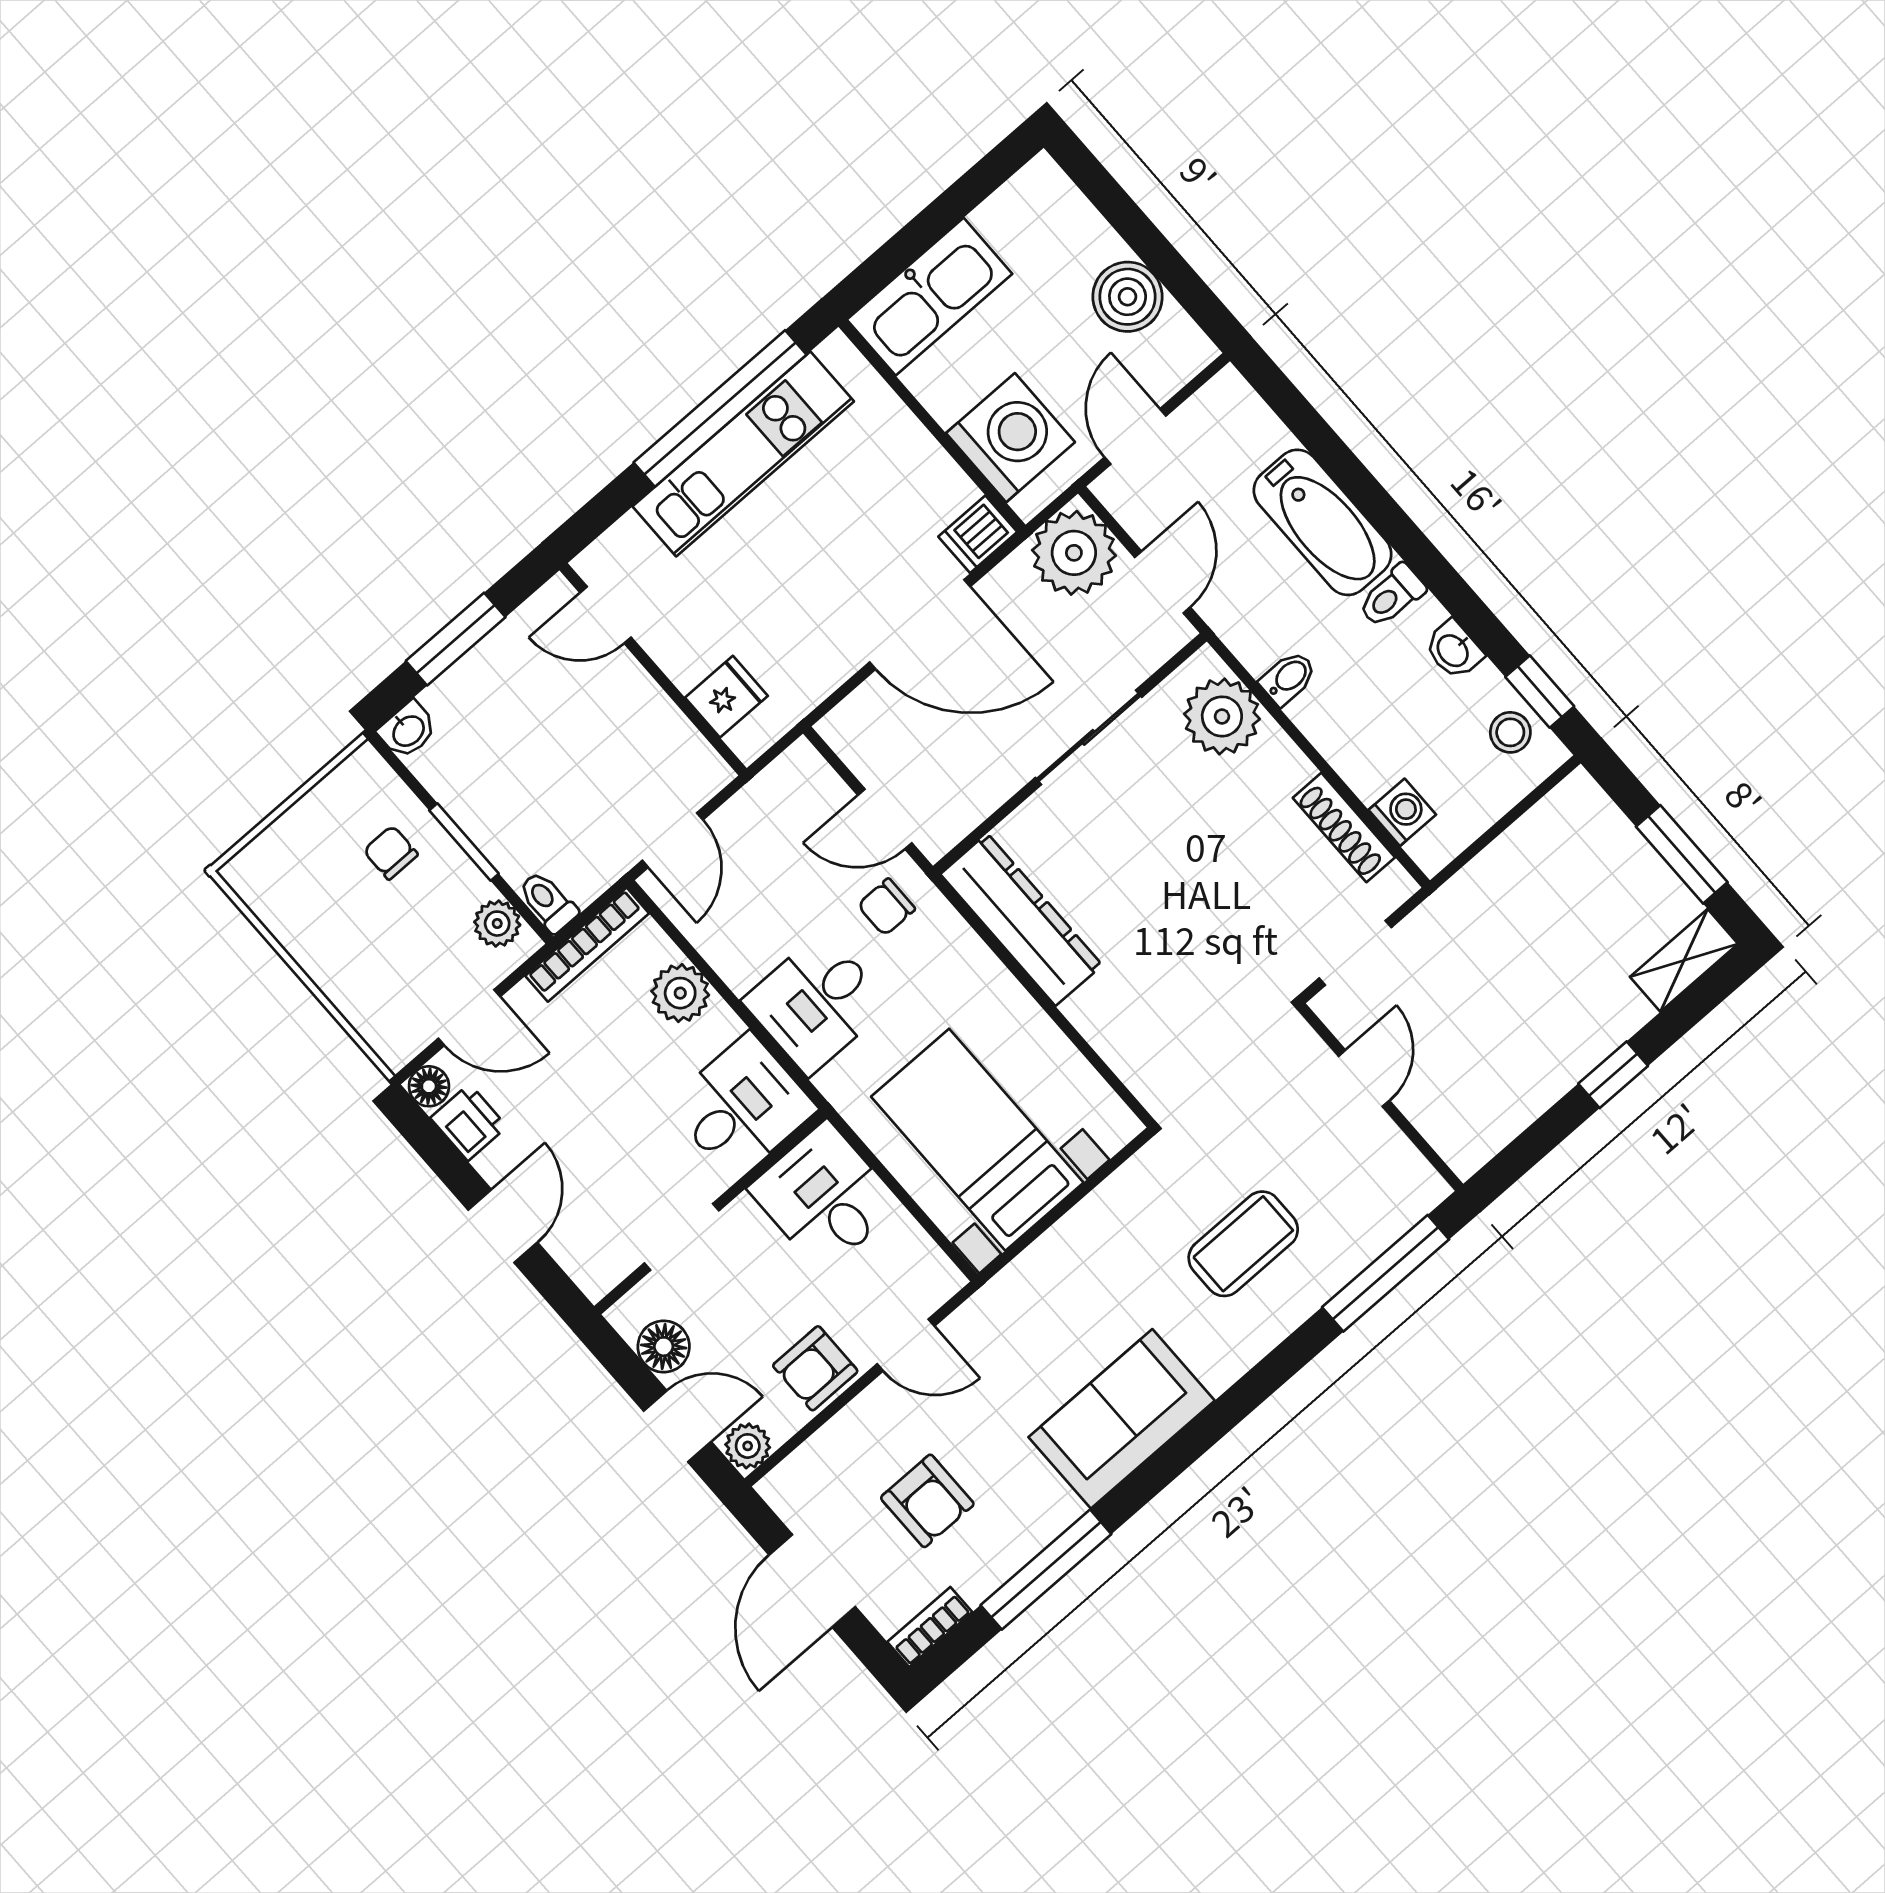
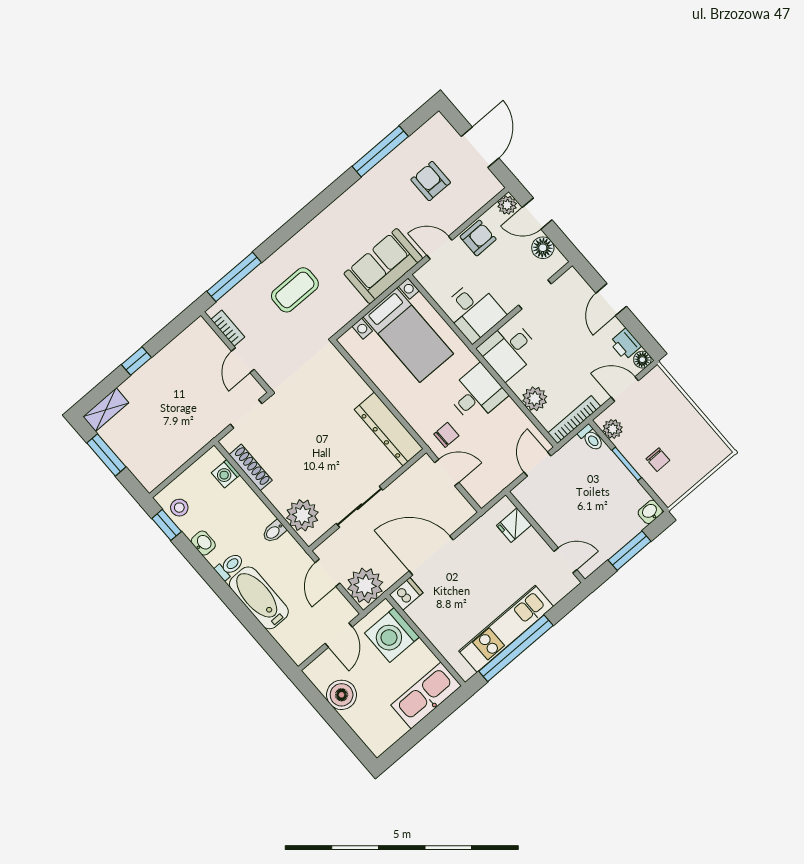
sofa: (1122, 1419) -> (383, 266), moved, turned 180
bookcase: (930, 1627) -> (228, 328), moved, turned -90

